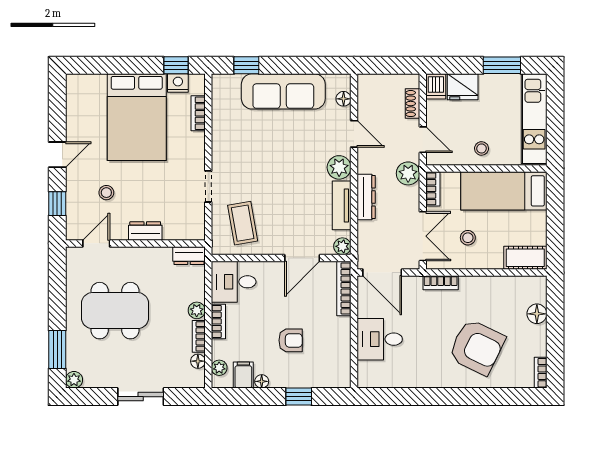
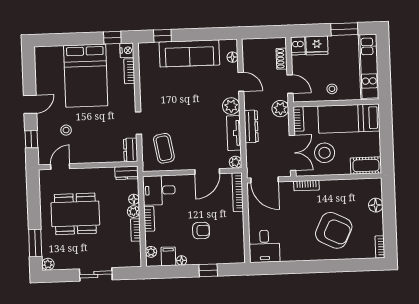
nightstand: (178, 83) -> (127, 50), moved, turned 90
dresser: (145, 231) -> (131, 150), moved, turned -90
stool: (468, 238) -> (325, 153), width x1.89, depth x1.89
desk: (380, 339) -> (265, 246), moved, turned -90
floor lamp: (198, 361) -> (134, 199), moved

